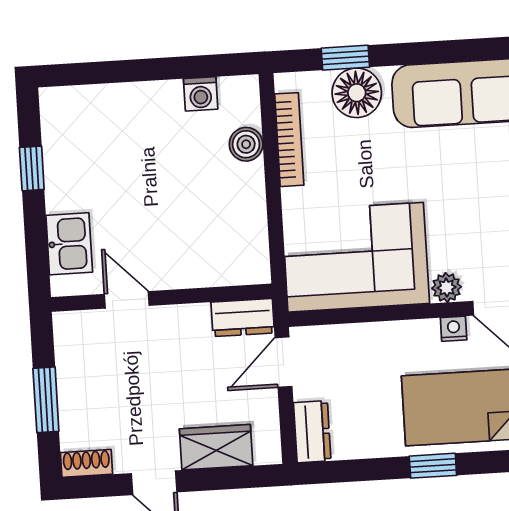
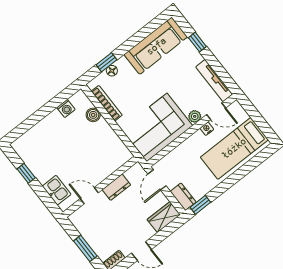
floor lamp: (357, 93) -> (112, 71), width x0.53, depth x0.53
dresser: (243, 318) -> (116, 187), moved
wardrobe: (216, 447) -> (164, 217), moved
window: (433, 466) -> (200, 205), moved

